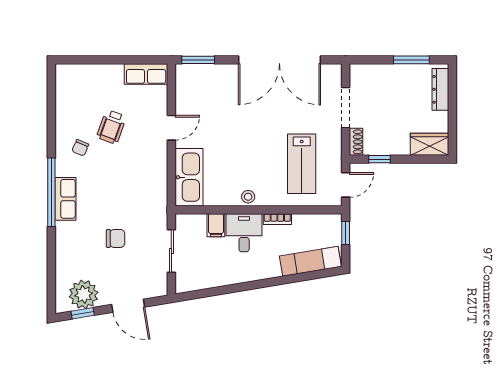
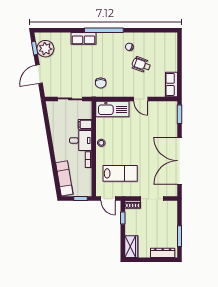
lab bench: (302, 164) -> (120, 173), turned 180
row of seats: (66, 199) -> (83, 38), moved
chair: (116, 238) -> (101, 83), moved

